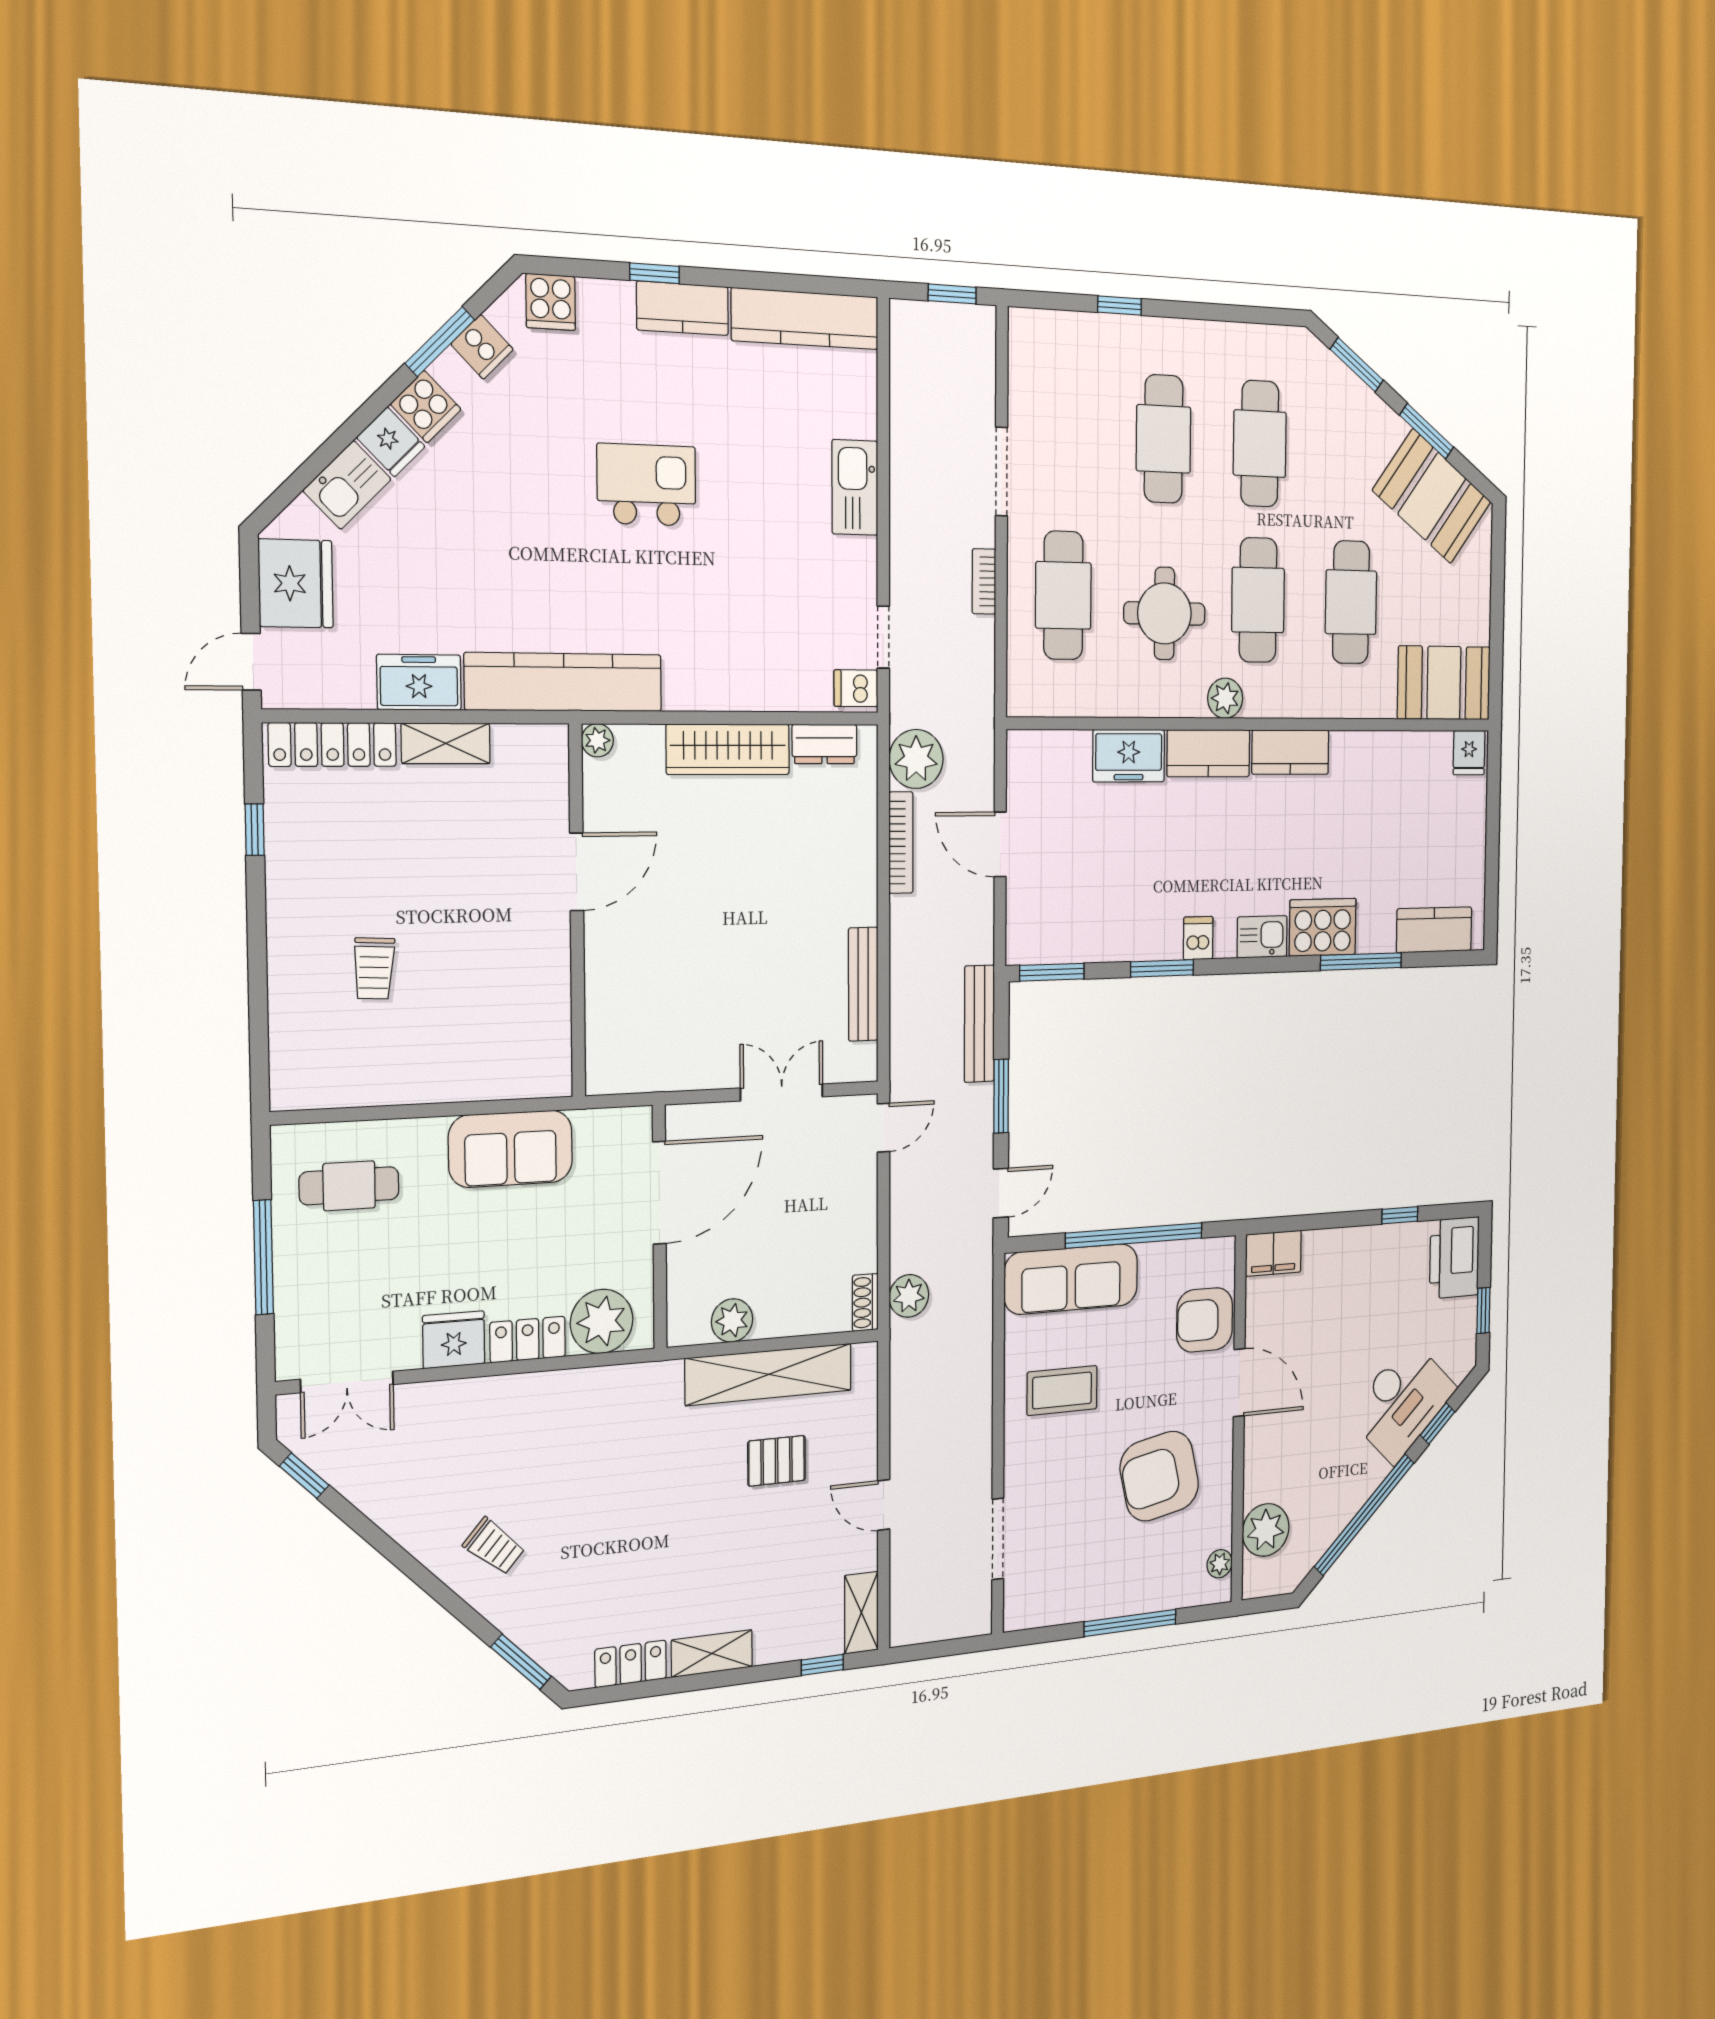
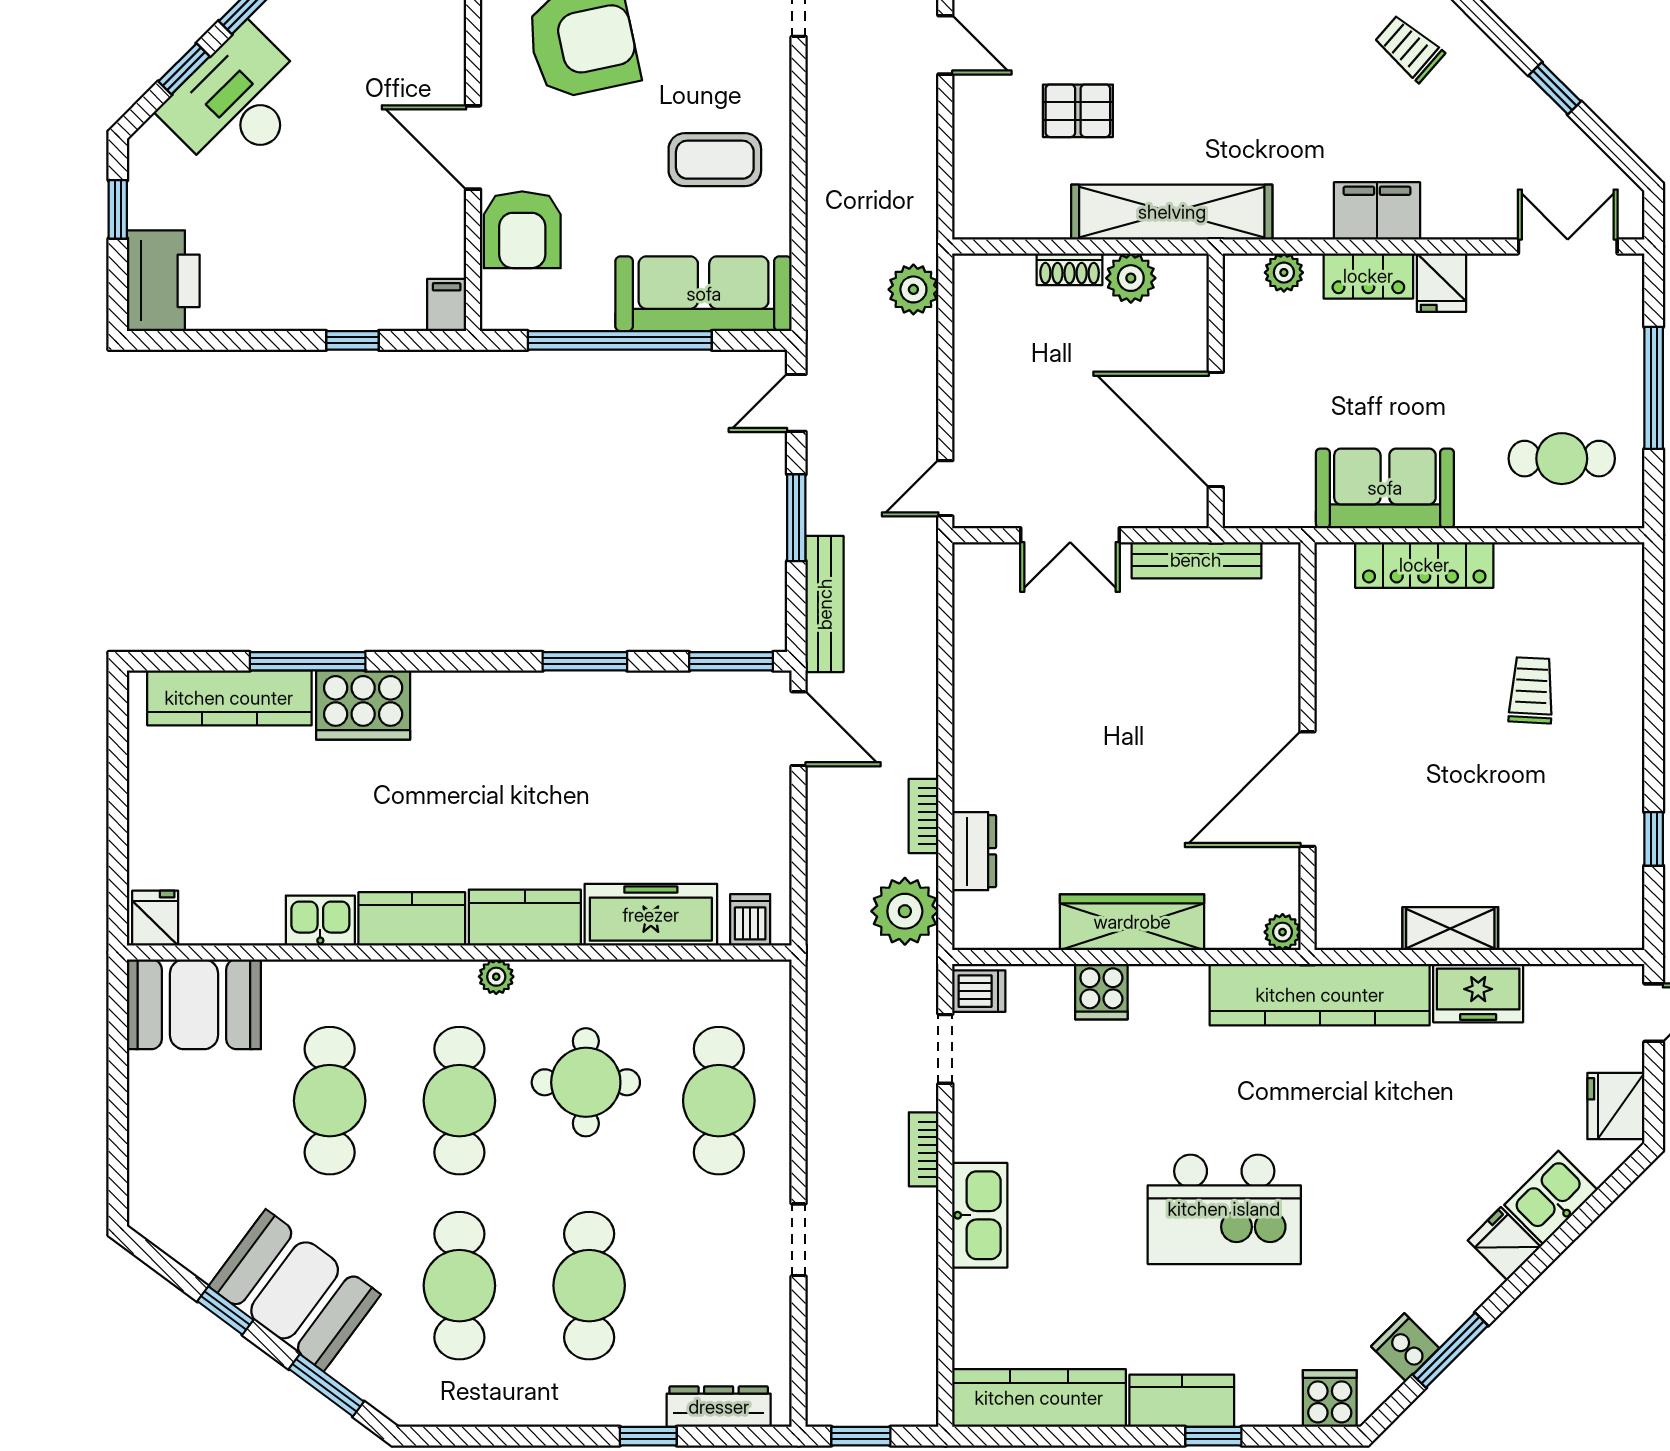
dresser: (1065, 328) -> (719, 1407), added
cooker: (426, 407) -> (1101, 992), moved, turned -135
window: (1427, 431) -> (225, 1310), width x0.67
doorway: (1001, 472) -> (799, 1240), width x0.73
kitchen island: (647, 485) -> (1224, 1209), width x1.37, depth x1.28
booth: (1432, 496) -> (295, 1290), moved
bookcase: (984, 581) -> (924, 1149), moved, turned 180
fridge: (296, 583) -> (1616, 1106), width x0.73, depth x0.75
plant: (1225, 698) -> (496, 977), width x0.73, depth x0.73
dresser: (824, 744) -> (974, 851), moved, turned 90
locker: (333, 745) -> (1424, 565), moved, turned 180
freezer: (1129, 756) -> (651, 915), width x1.40
bookcase: (901, 843) -> (924, 816), width x0.64
door: (1000, 844) -> (799, 729), moved
door: (577, 872) -> (1307, 789), width x1.36
kitchen counter: (1434, 930) -> (229, 698), width x1.50
kitchen sink: (1262, 937) -> (320, 921), moved, turned 180
dishwasher: (1198, 938) -> (750, 920), moved, turned 180
bench: (863, 984) -> (1196, 560), moved, turned 90
door: (659, 1193) -> (1216, 430), hinge flipped
window: (1400, 1215) -> (353, 340), moved
filing cabinet: (1273, 1253) -> (447, 305), width x0.50
shoe rack: (865, 1302) -> (1070, 269), moved, turned 90
armchair: (1205, 1320) -> (522, 230), turned 90
plant: (602, 1321) -> (1284, 273), width x0.53, depth x0.53
fridge: (454, 1340) -> (1441, 283), width x0.72
shelving: (769, 1374) -> (1172, 212), moved
filing cabinet: (521, 1398) -> (1377, 211), added
window: (304, 1476) -> (1555, 88), moved

